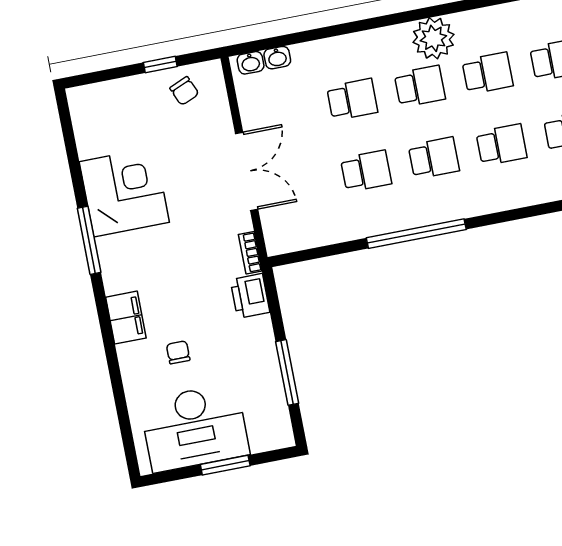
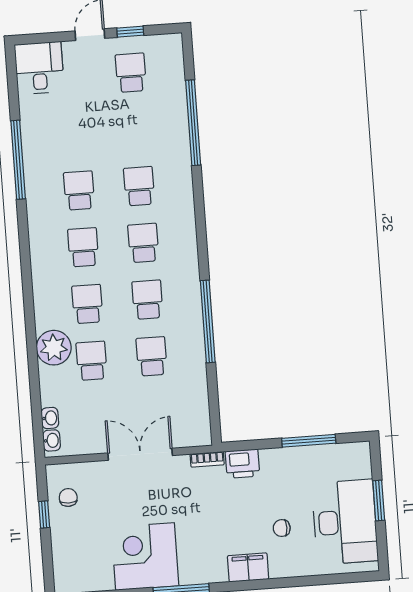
plant: (433, 38) -> (54, 348), moved
chair: (184, 91) -> (68, 497), turned -67

